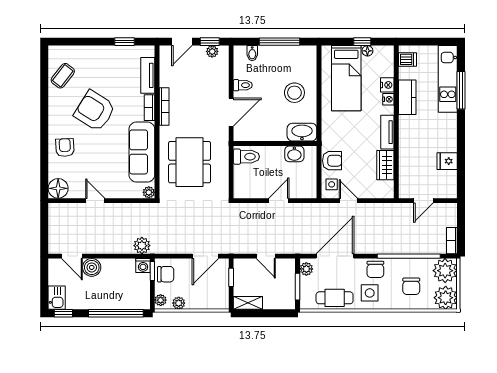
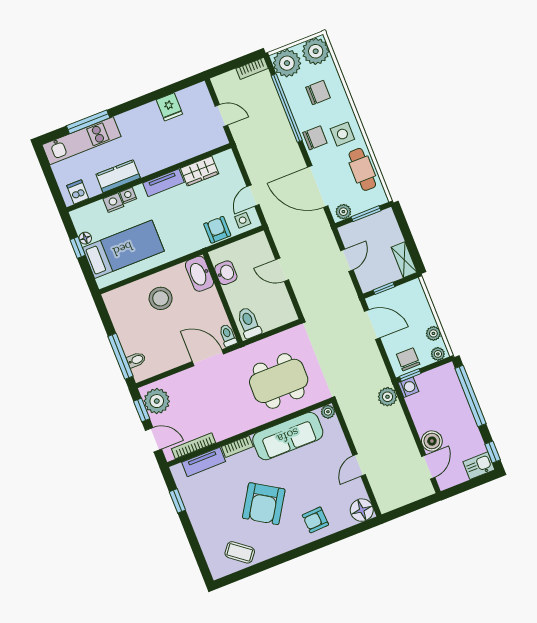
window: (279, 42) -> (121, 356), moved
plant: (212, 51) -> (157, 401), width x1.88, depth x1.88
toilet: (243, 85) -> (228, 335), moved
bookcase: (164, 106) -> (194, 446), moved

